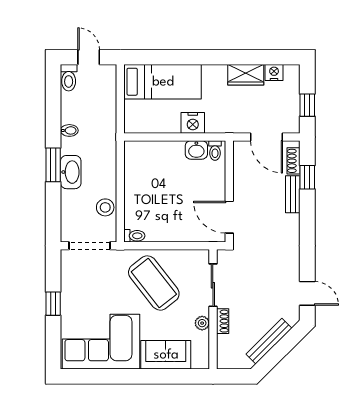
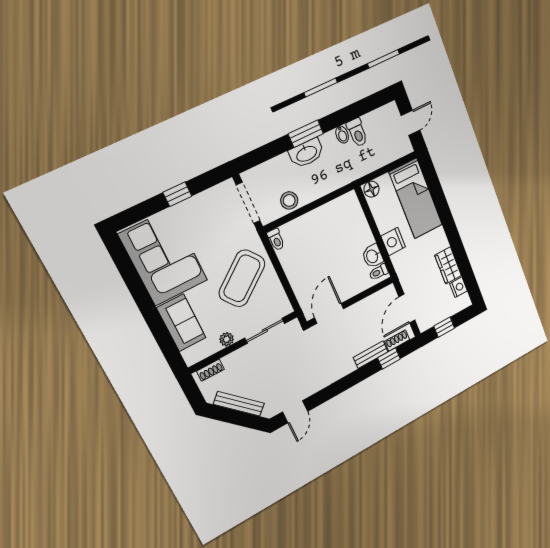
toilet: (69, 78) -> (357, 133), moved, turned -90
floor lamp: (132, 123) -> (371, 189), added
shoe rack: (223, 321) -> (210, 370), moved

